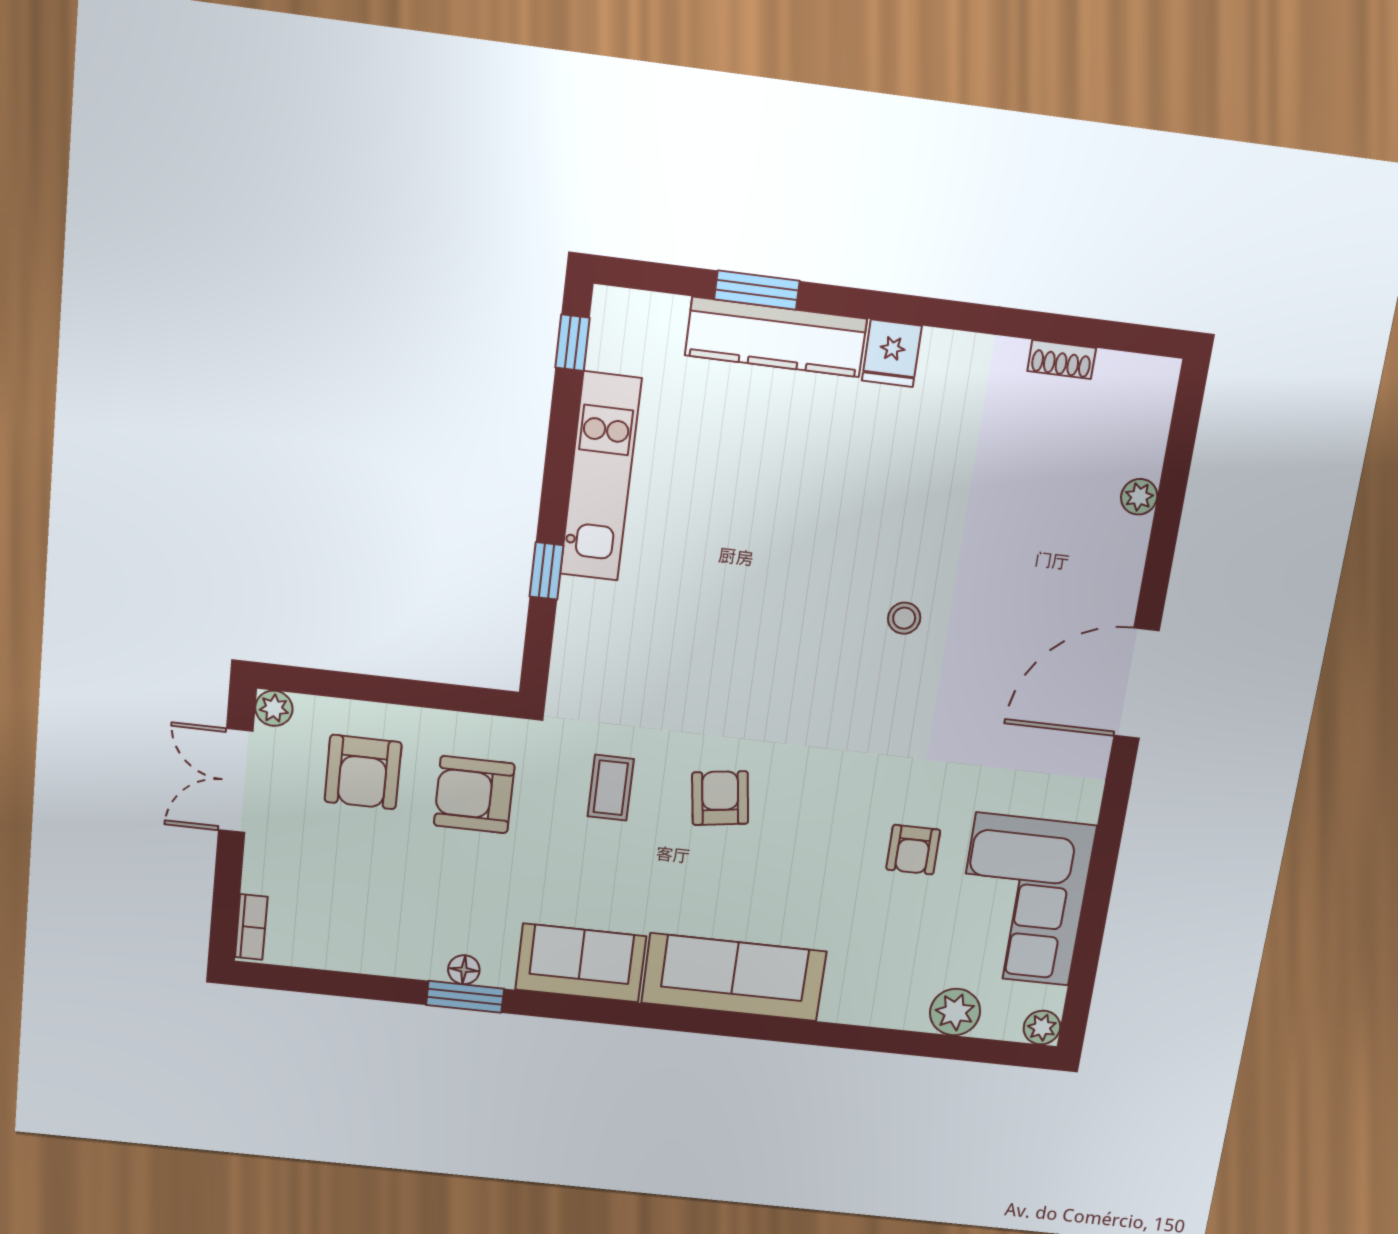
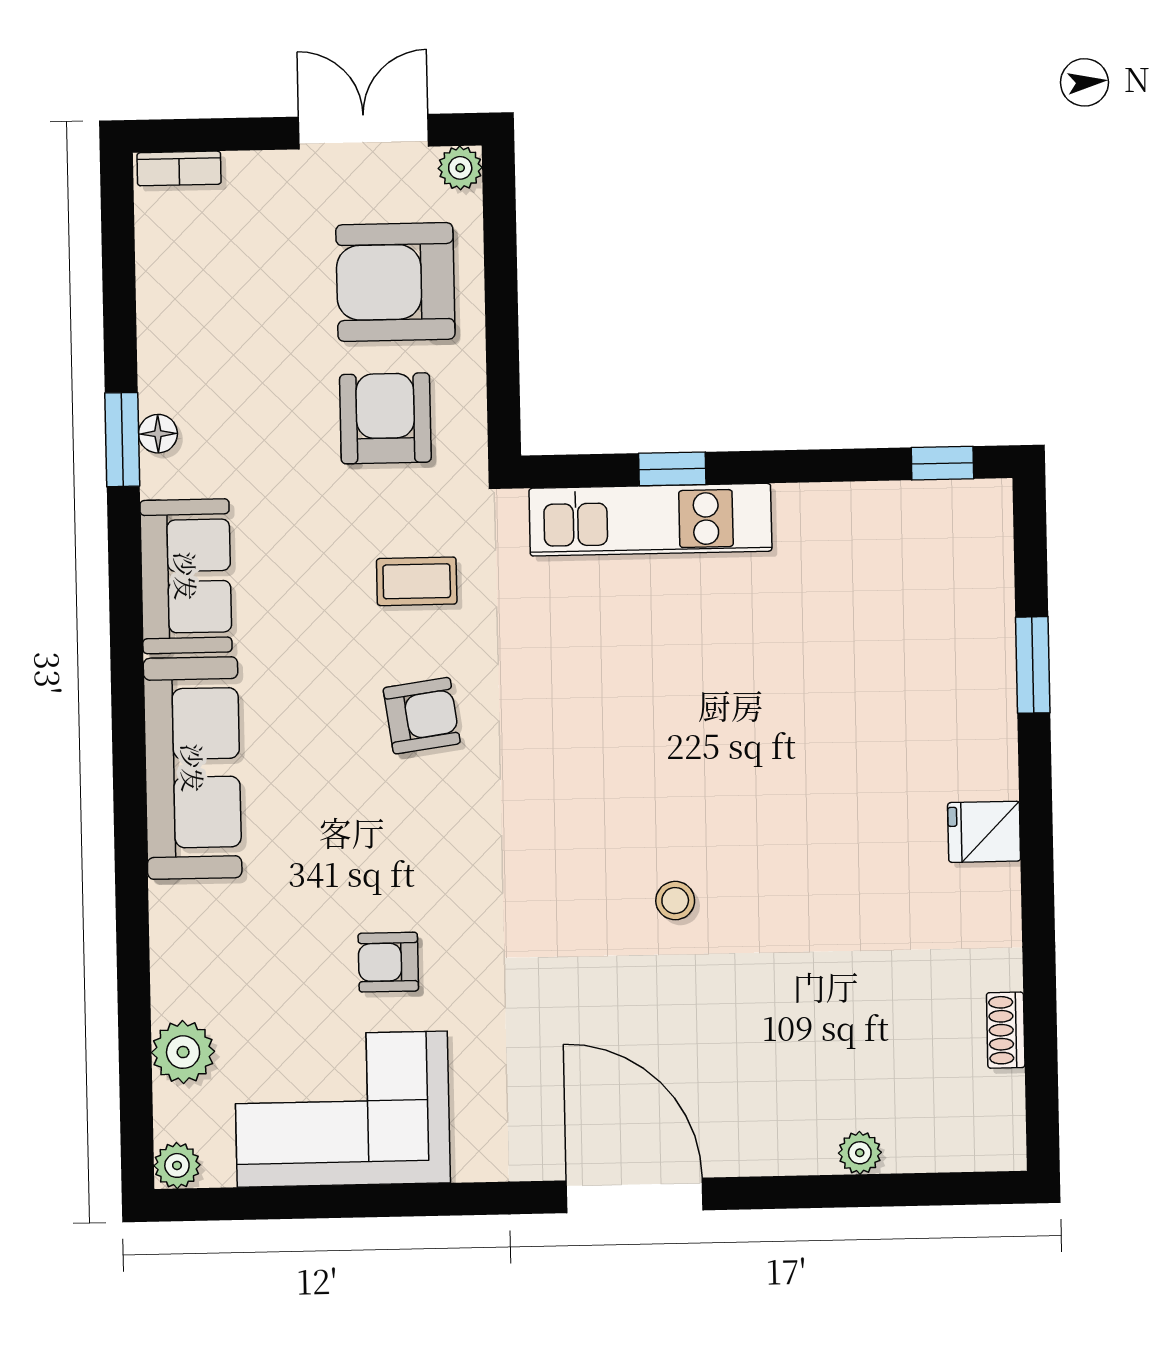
kitchen counter: (776, 337) -> (983, 695), removed
kitchen unit: (601, 477) -> (650, 520), moved
armchair: (363, 772) -> (395, 282), width x1.36, depth x1.36

